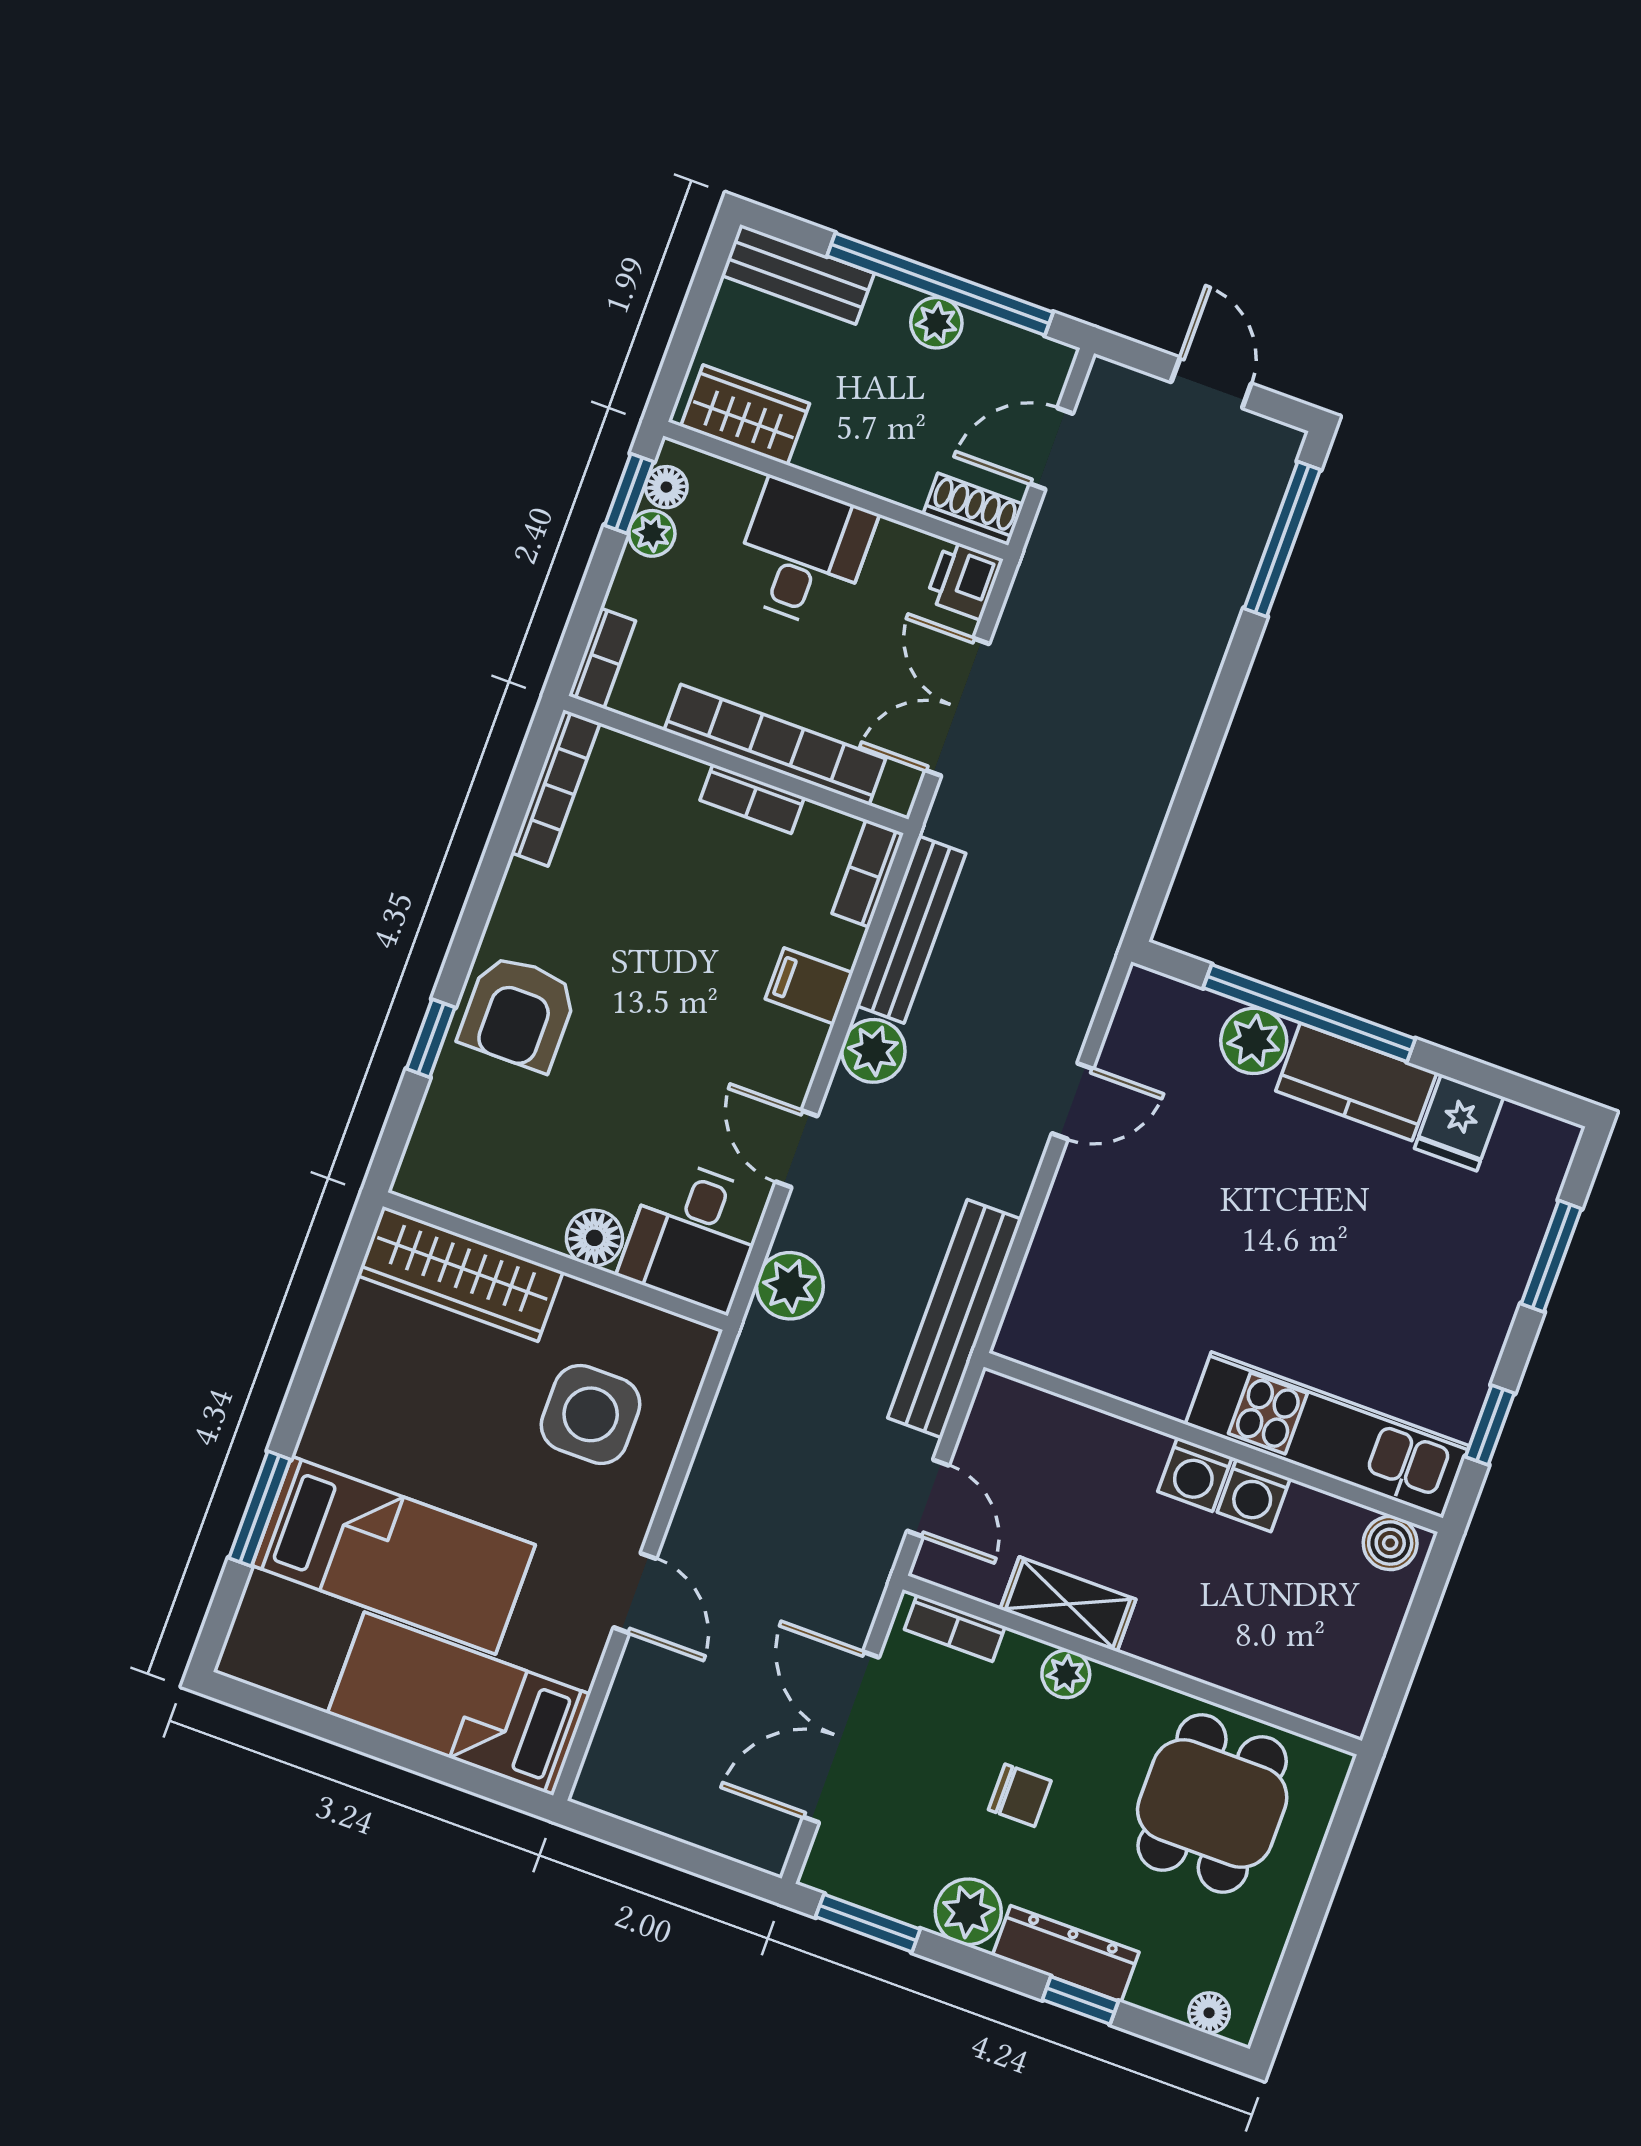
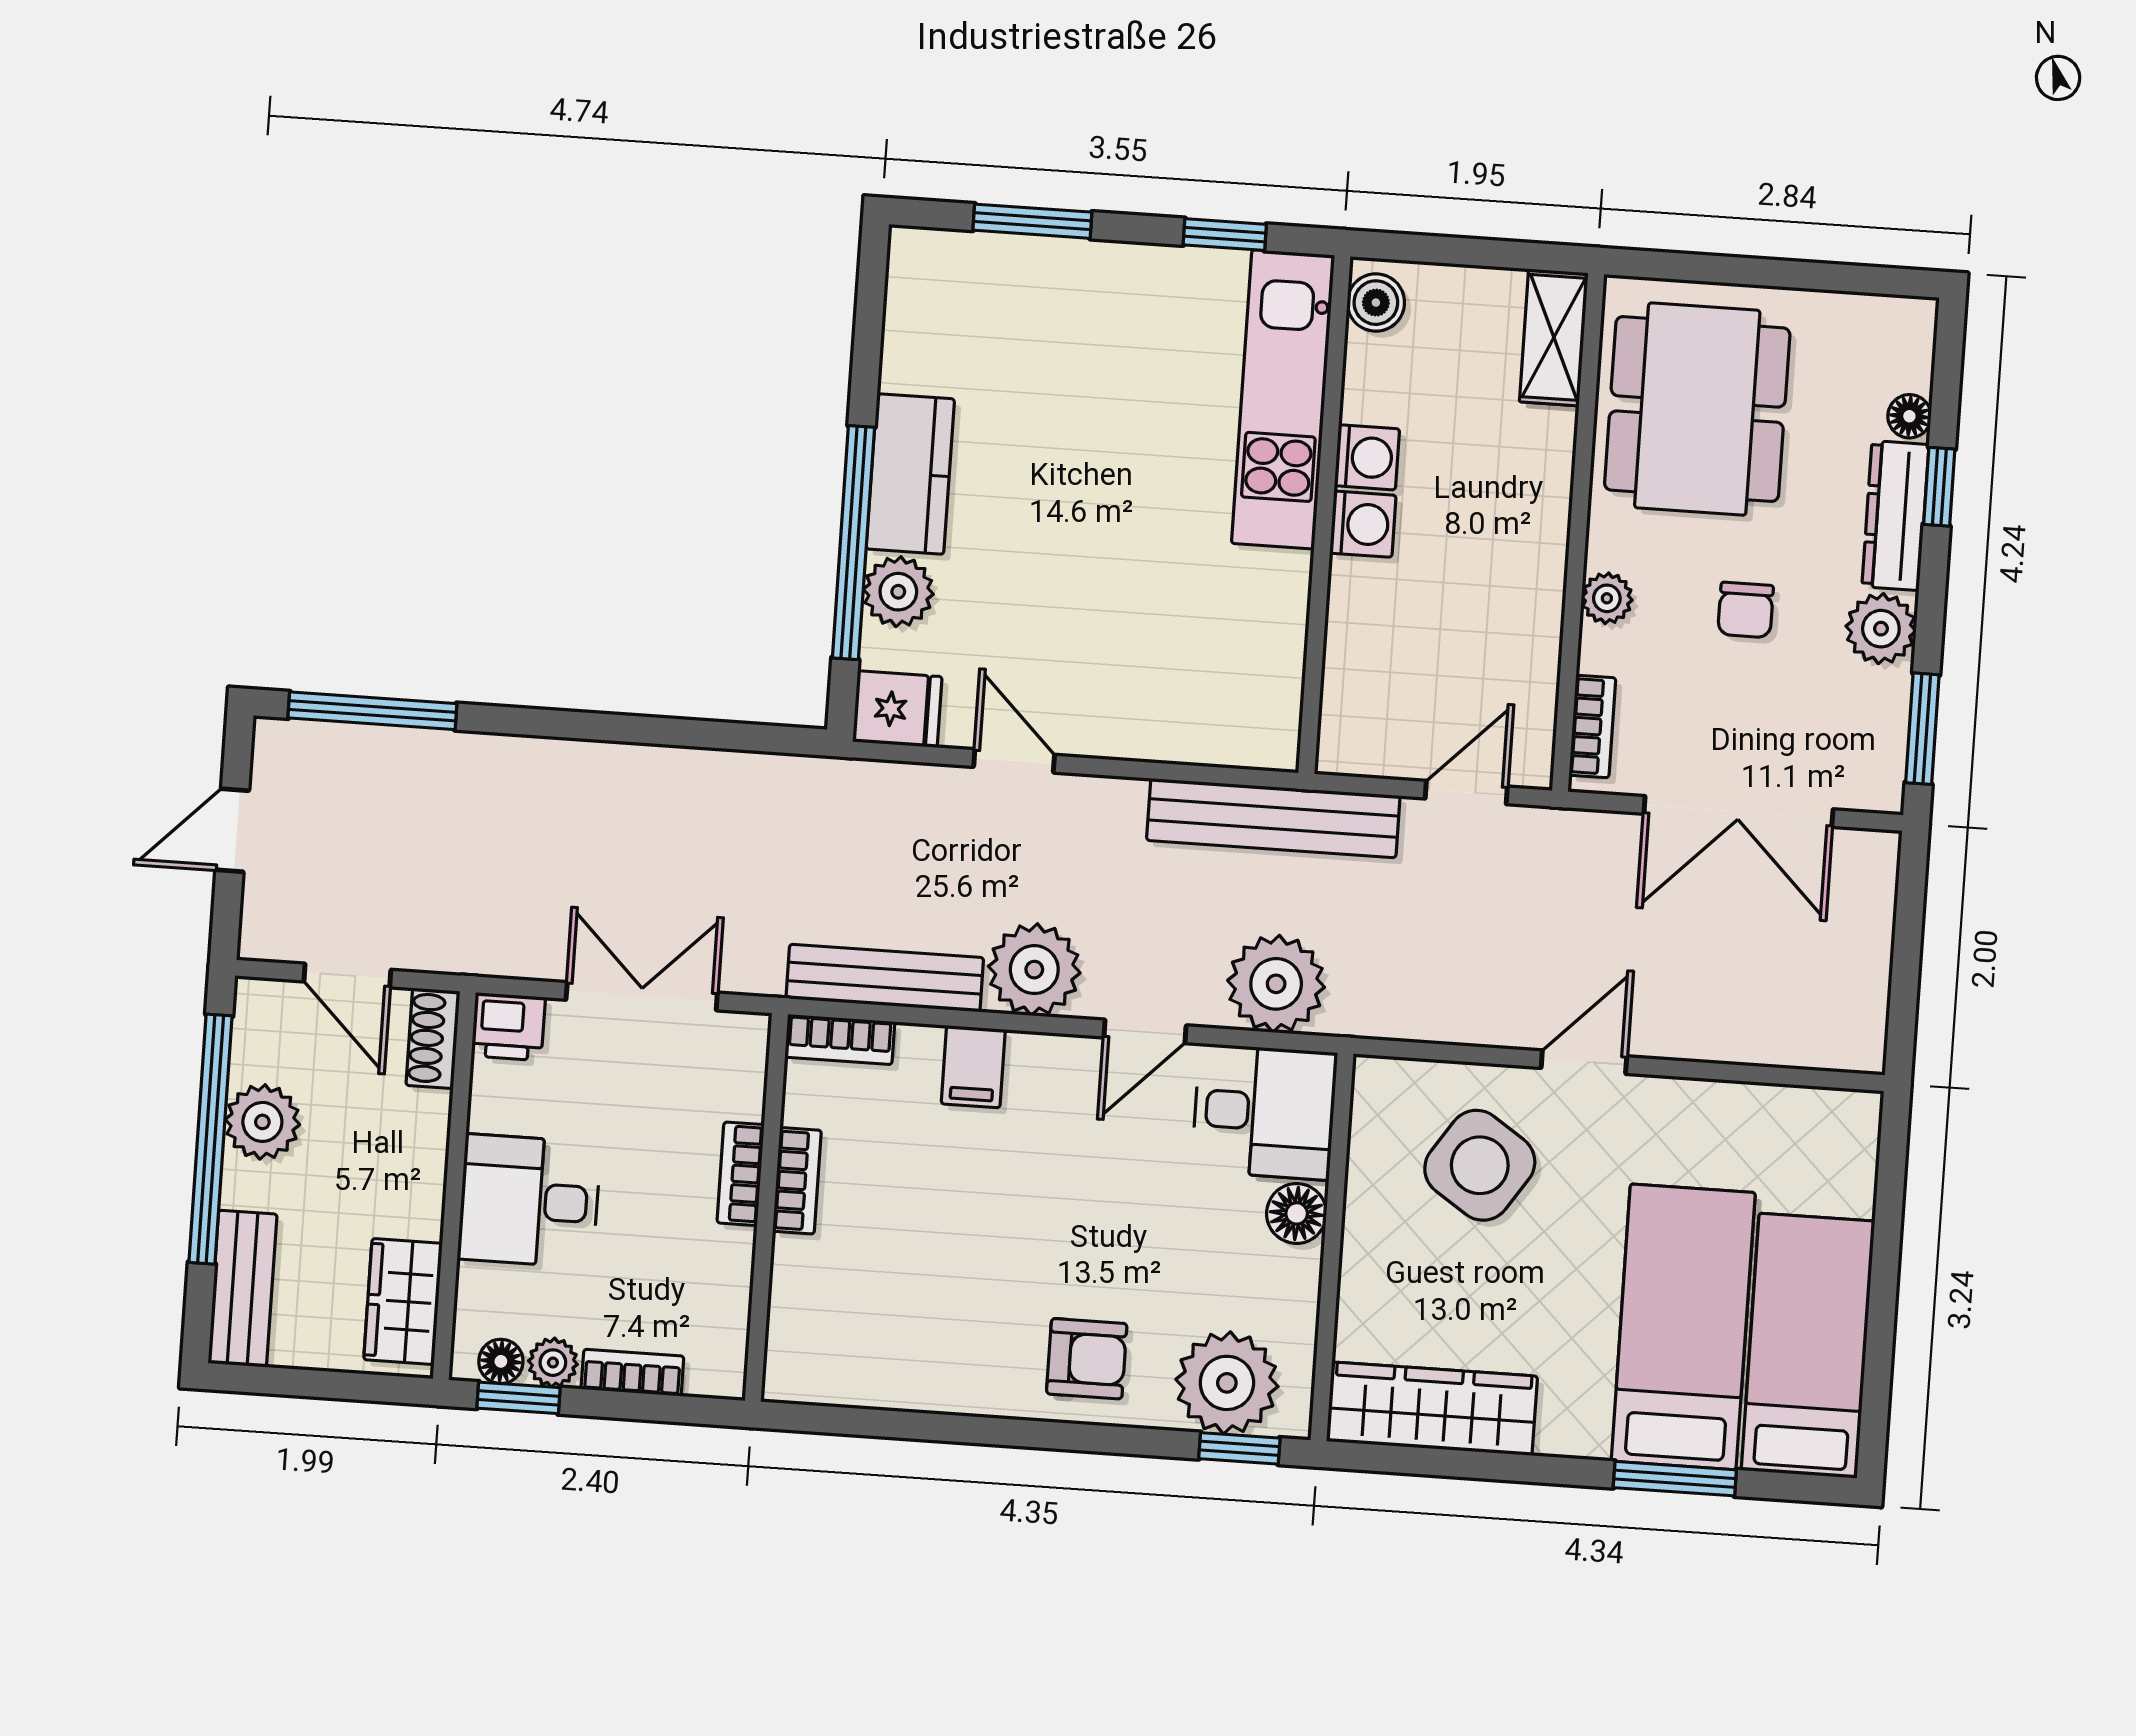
plant: (936, 323) -> (262, 1122), width x1.38, depth x1.38
bookcase: (602, 658) -> (632, 1373), moved
double door: (957, 707) -> (642, 996), swing flipped
bookcase: (775, 745) -> (741, 1174), width x0.43, depth x0.76
bookcase: (556, 788) -> (844, 1387), removed
armchair: (518, 1013) -> (1087, 1359), width x0.72, depth x0.72
window: (431, 1038) -> (1239, 1448), moved
plant: (873, 1051) -> (1034, 970), width x1.36, depth x1.36
fridge: (1459, 1123) -> (897, 709), moved
plant: (461, 1132) -> (1227, 1383), added
wardrobe: (460, 1274) -> (1432, 1409), moved, turned -90
plant: (790, 1286) -> (1276, 984), width x1.36, depth x1.36
side table: (591, 1414) -> (1480, 1165), turned 34
door: (635, 1593) -> (1584, 1062), moved
shelving: (1068, 1604) -> (1554, 337), moved
bed: (459, 1704) -> (1808, 1346), moved, turned 180
chair: (1020, 1795) -> (1746, 610), turned 180
dining table: (1212, 1804) -> (1697, 409), width x1.38
floor lamp: (1209, 2013) -> (1909, 416), moved

